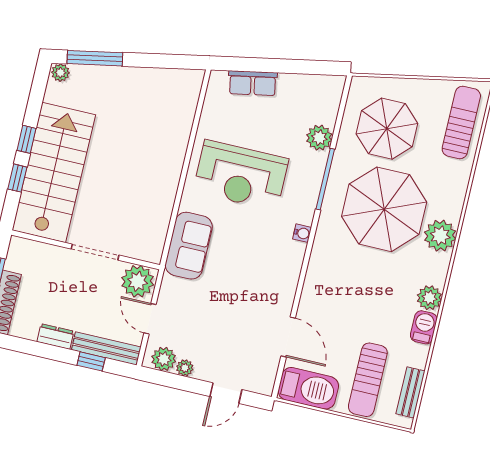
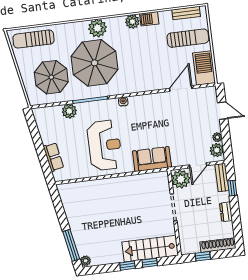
stairs: (54, 172) -> (150, 249), width x0.73, depth x0.66
bench: (106, 348) -> (222, 178), width x0.73

